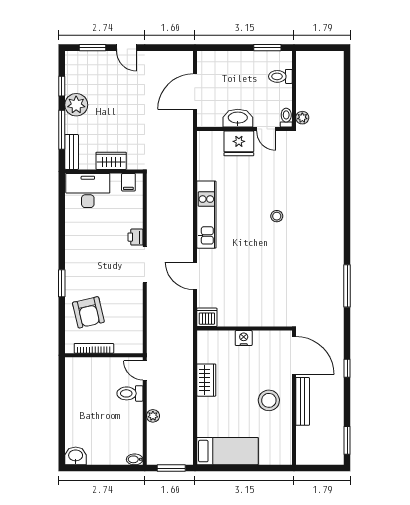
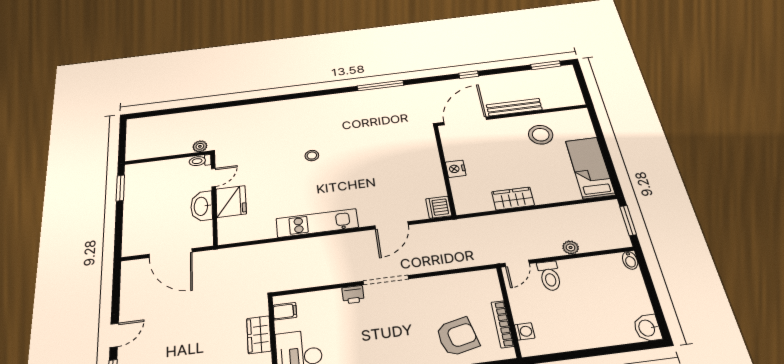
toilet: (280, 76) -> (154, 172), removed
washing machine: (86, 364) -> (525, 331), added
stool: (269, 400) -> (541, 135), moved

